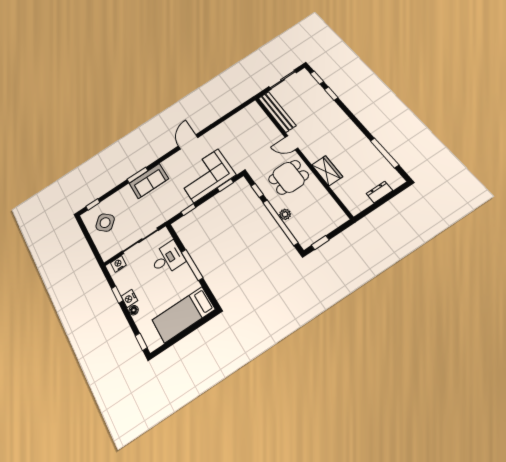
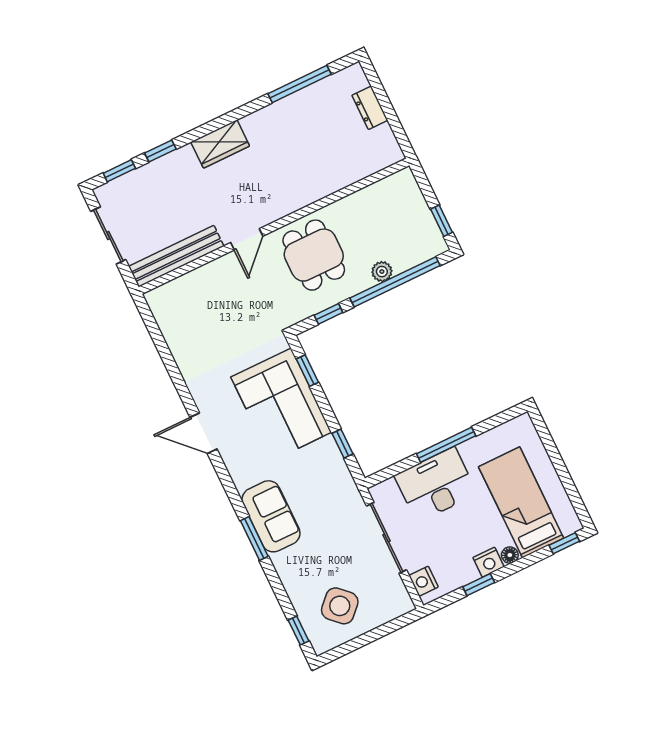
wardrobe: (327, 171) -> (220, 144), moved, turned 180
desk: (167, 258) -> (436, 485), width x1.37
bed: (183, 315) -> (521, 502), moved, turned 180

